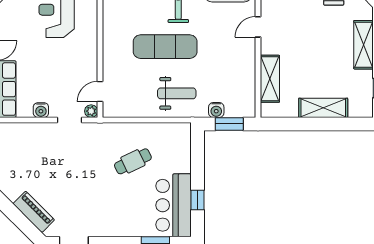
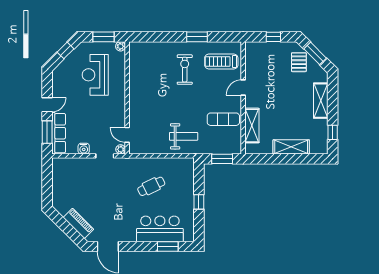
exercise mat: (165, 47) -> (223, 119), moved, width x0.73, depth x0.69
door: (100, 92) -> (127, 135), hinge flipped
water cooler: (216, 110) -> (213, 149), removed
window: (197, 200) -> (199, 202), moved
bar counter: (173, 205) -> (160, 229), moved, turned 90

